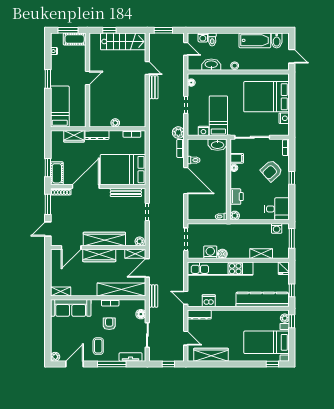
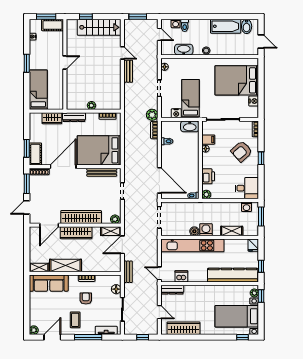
door: (186, 181) -> (159, 180), moved
washing machine: (210, 252) -> (206, 230), moved
shelving: (121, 289) -> (65, 265), moved, width x0.68

